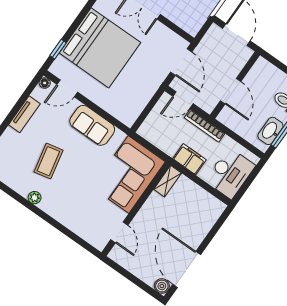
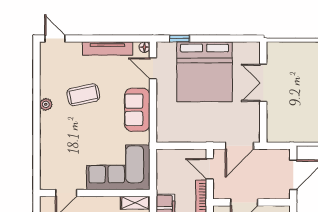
tv unit: (24, 114) -> (108, 48), width x1.41

